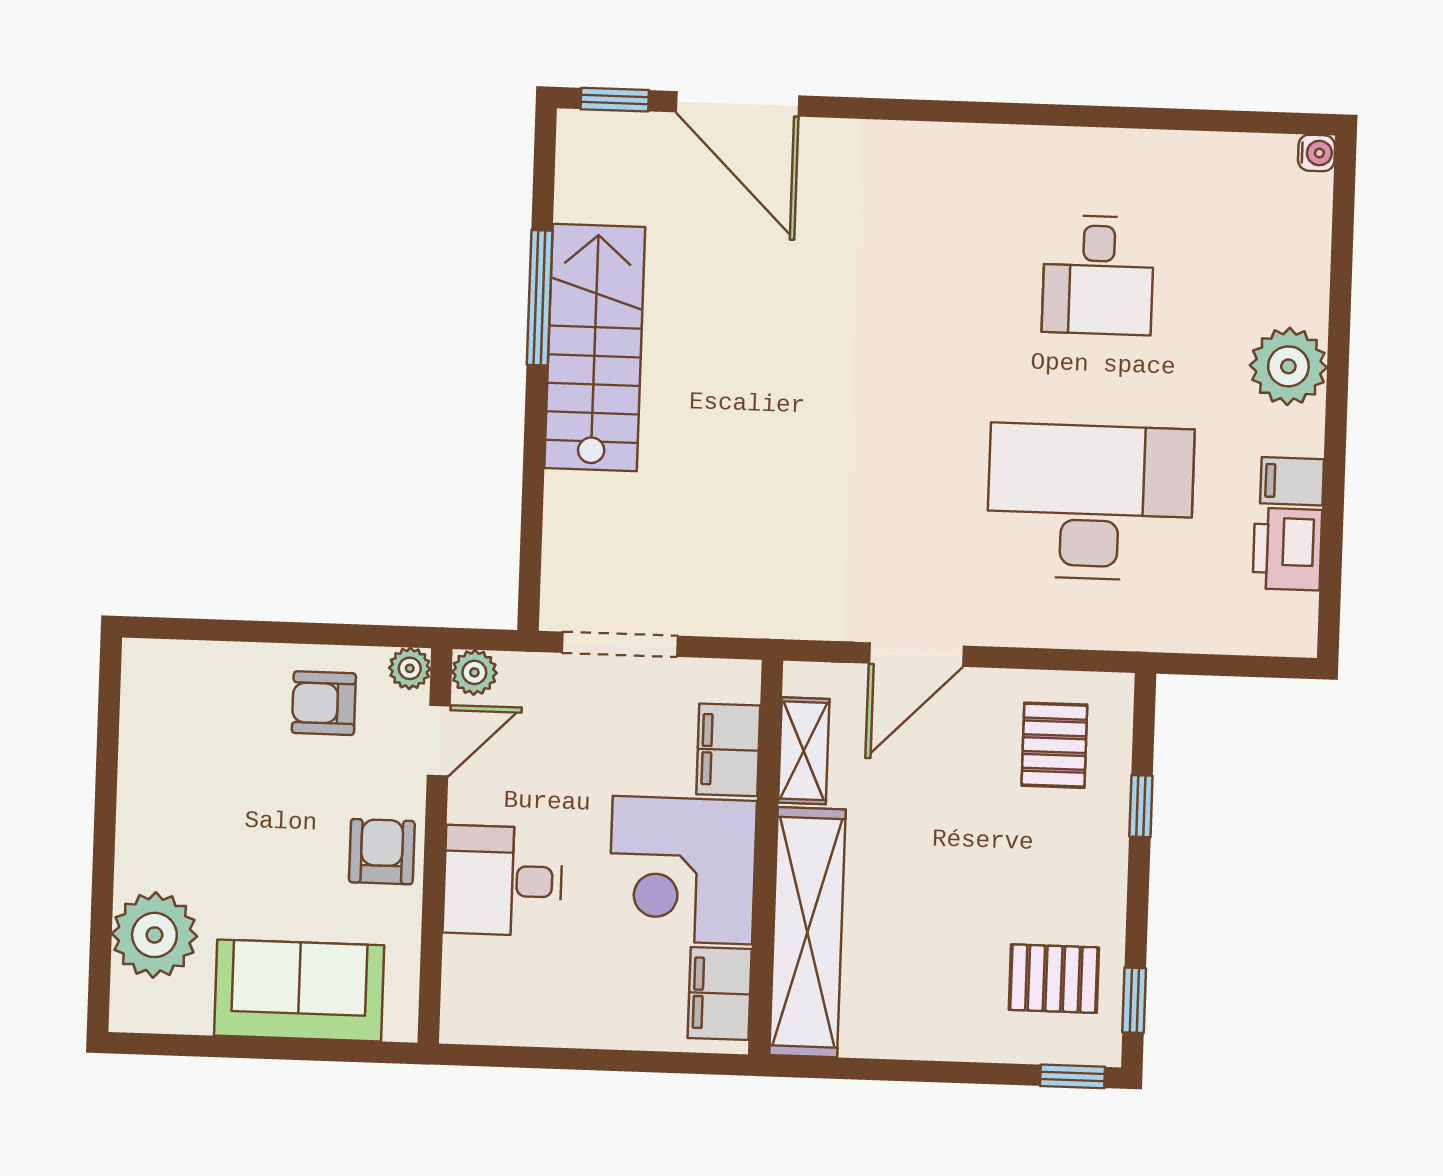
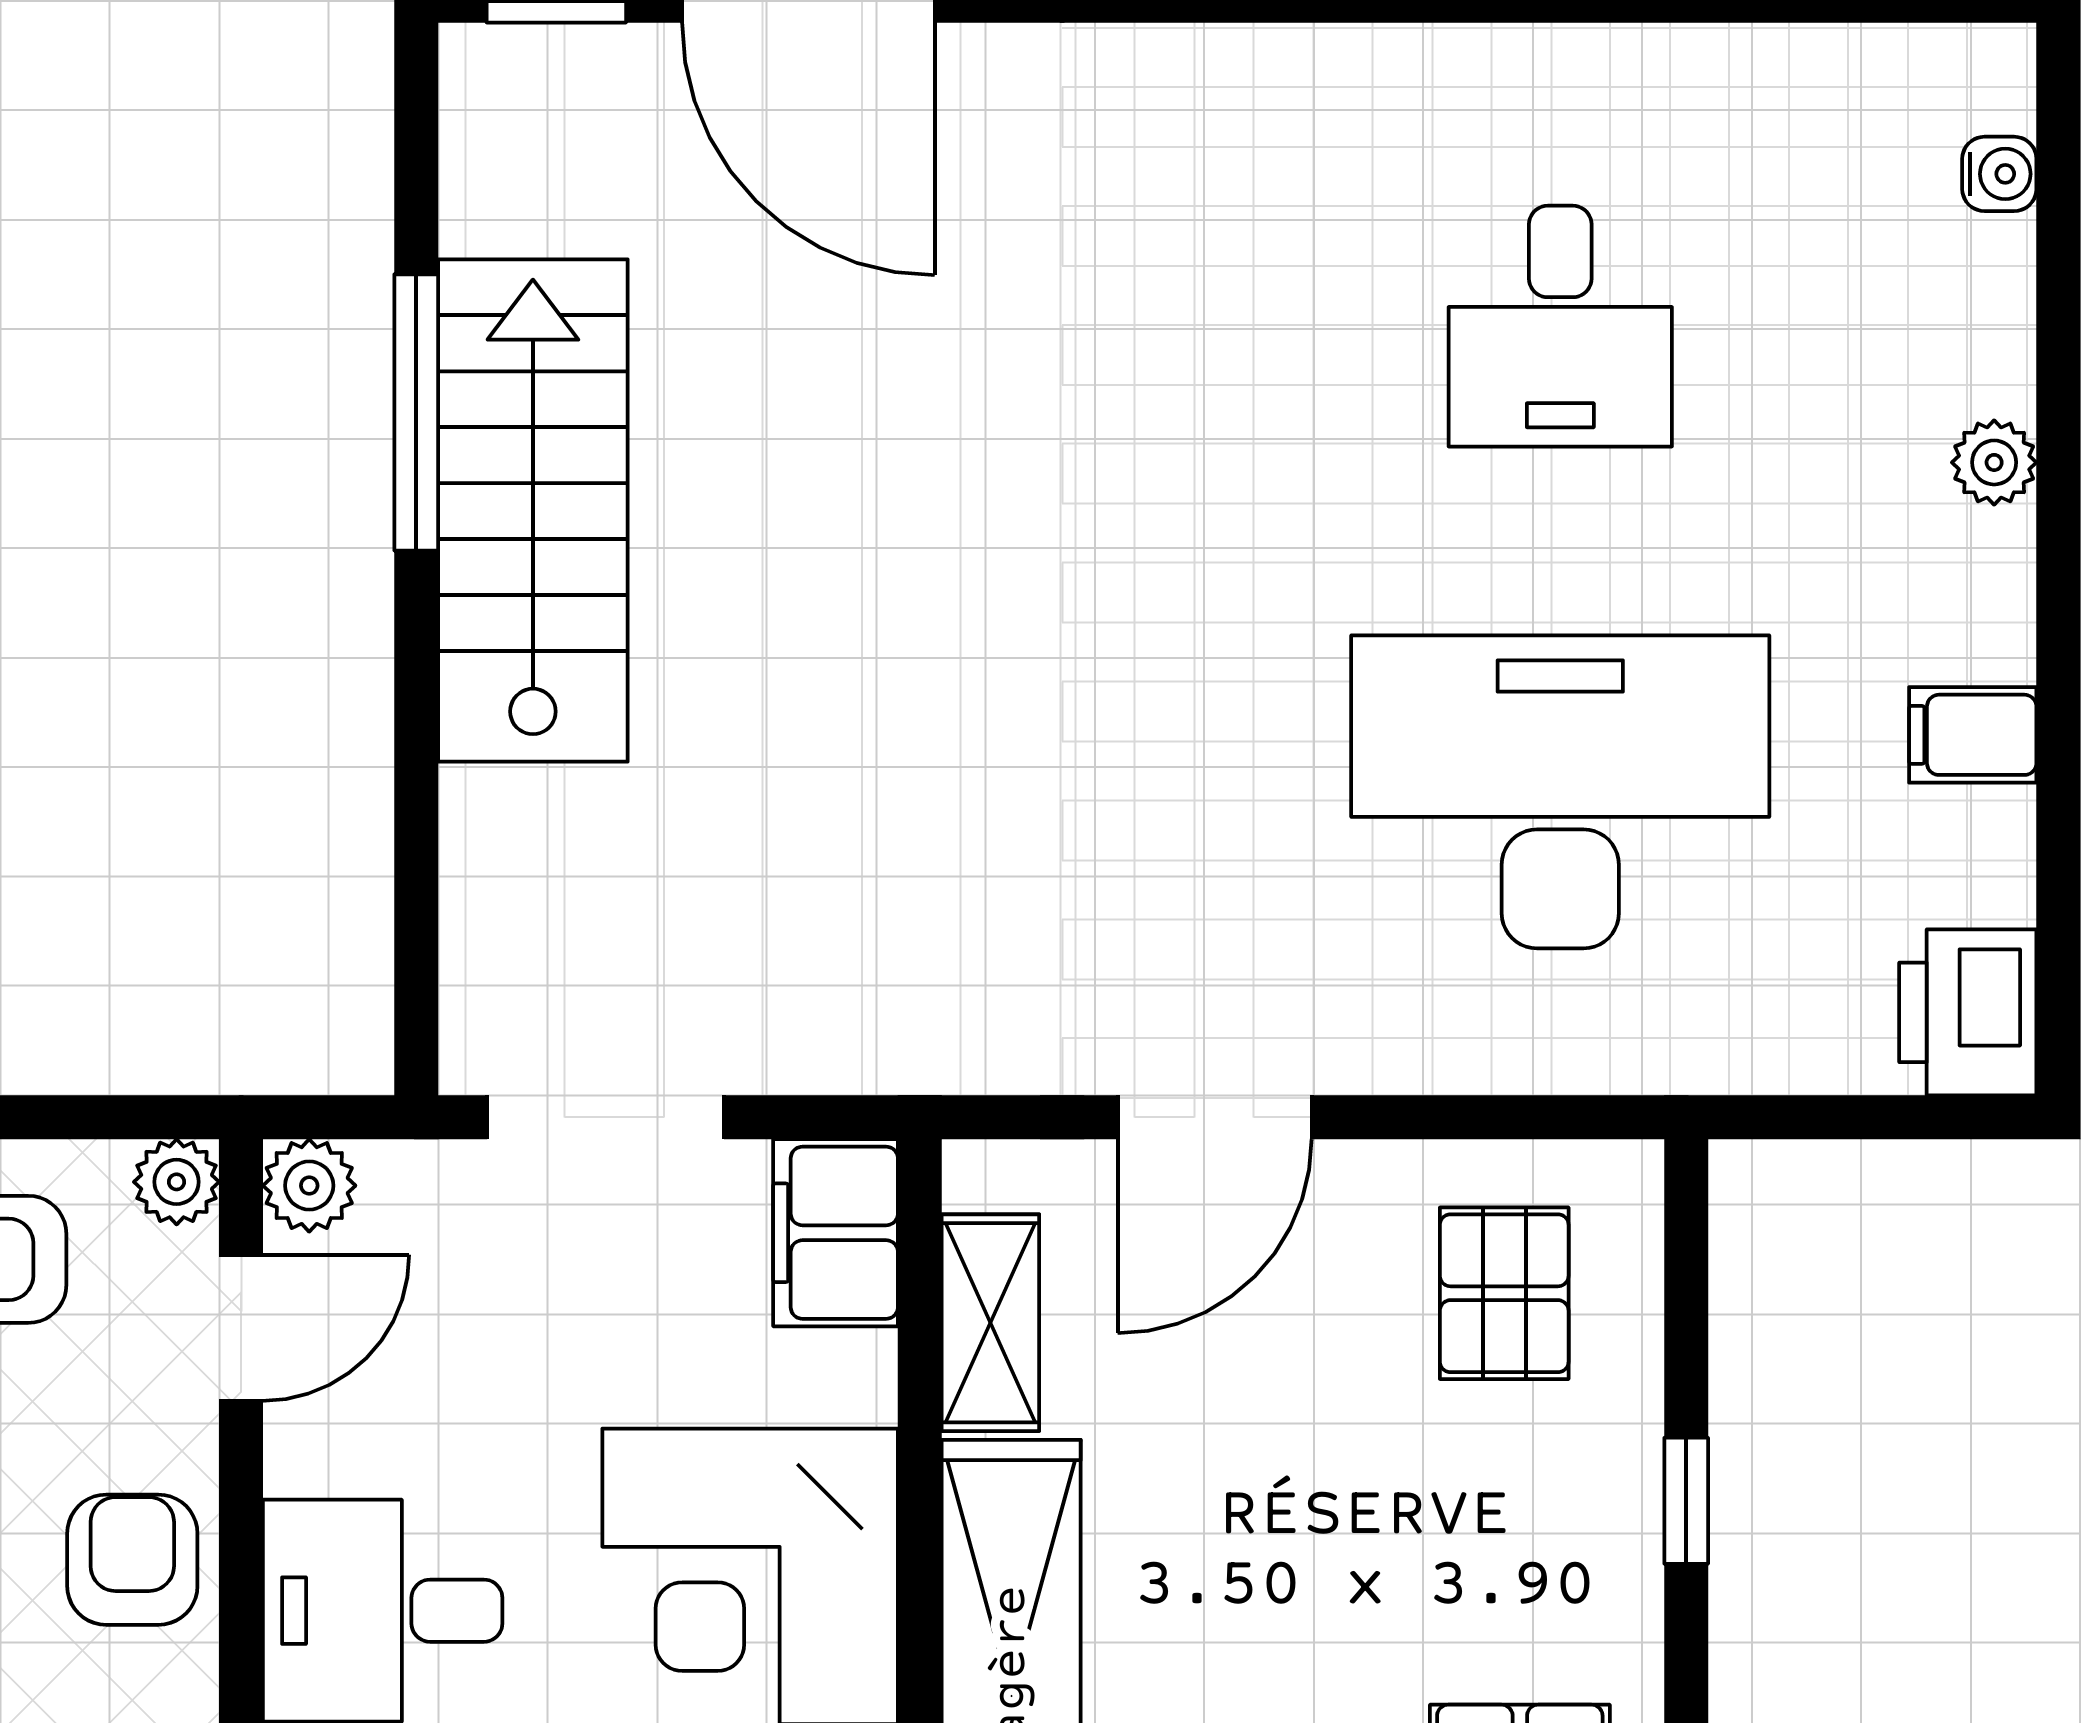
water cooler: (1316, 153) -> (1999, 174), moved
plant: (1288, 366) -> (1994, 462), width x0.53, depth x0.53
printer: (1287, 549) -> (1968, 1012), moved
filing cabinet: (728, 750) -> (836, 1233), moved
window: (1141, 806) -> (1686, 1501), moved

